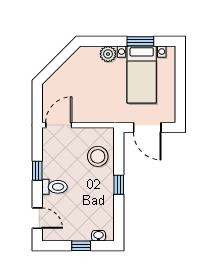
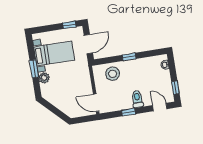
window: (140, 41) -> (34, 69), moved
window: (180, 104) -> (69, 25), added
door: (37, 218) -> (160, 107), hinge flipped
window: (81, 246) -> (175, 88), moved

